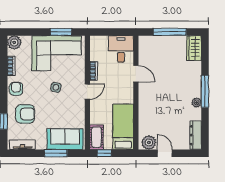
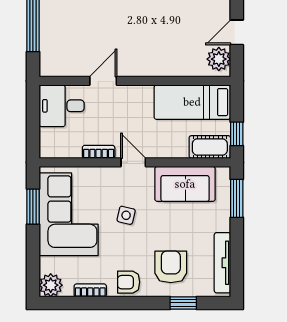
sofa: (65, 139) -> (185, 184), moved, turned -90
tv unit: (22, 145) -> (222, 263), width x1.41
window: (56, 153) -> (237, 198), moved

